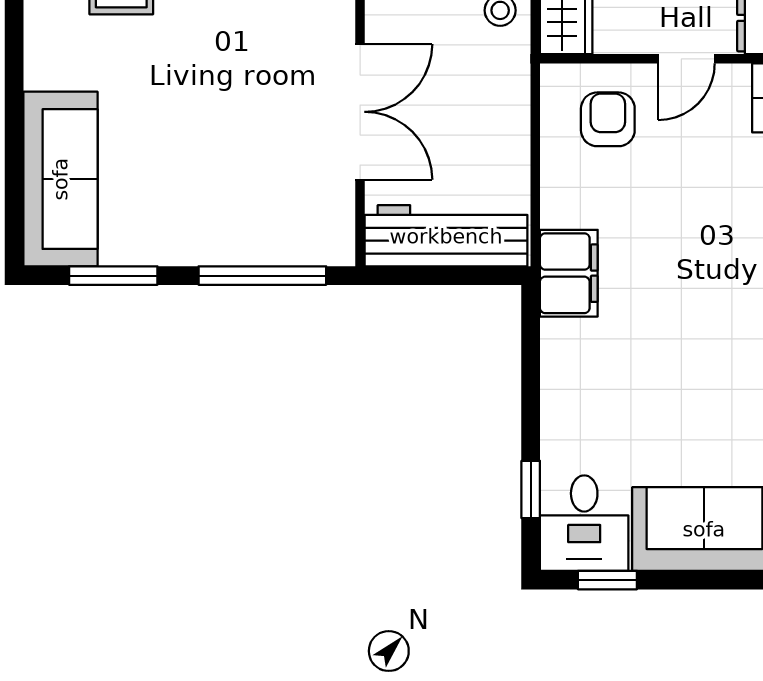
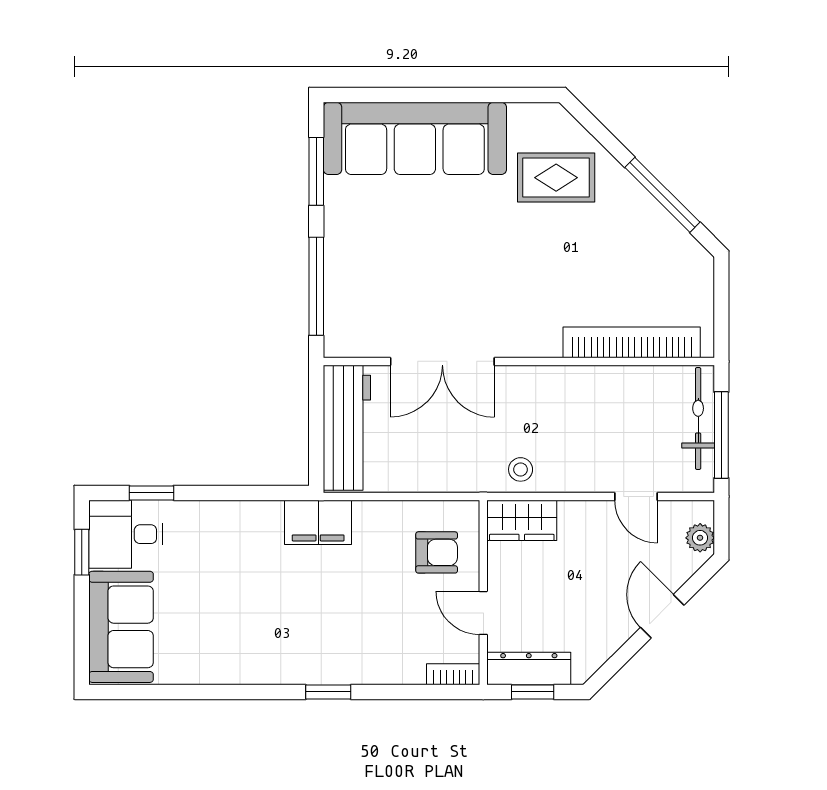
sofa: (60, 179) -> (415, 138), width x1.36, depth x1.27

